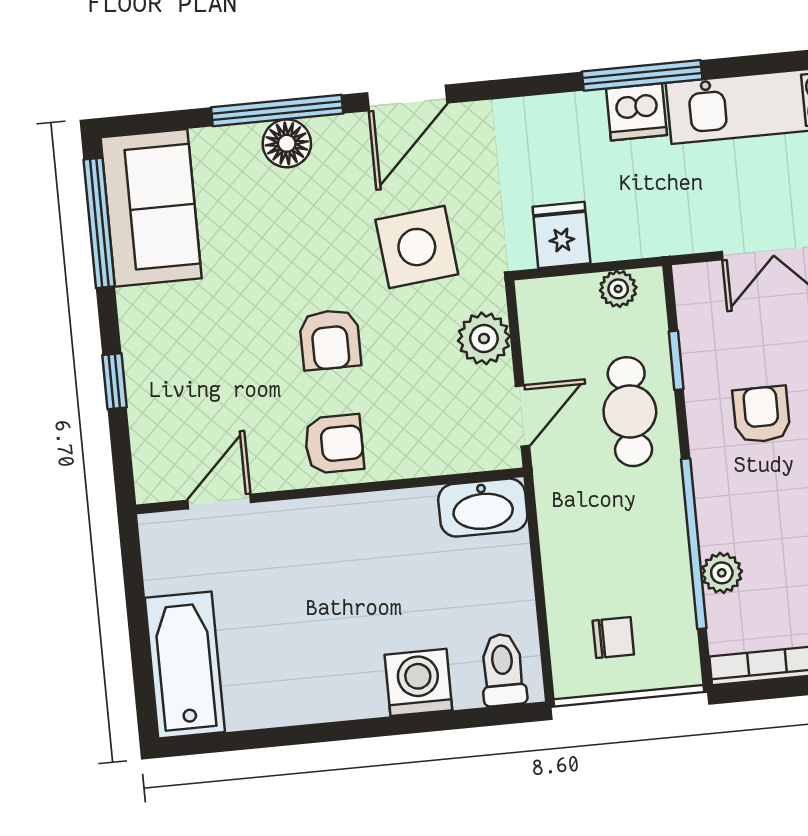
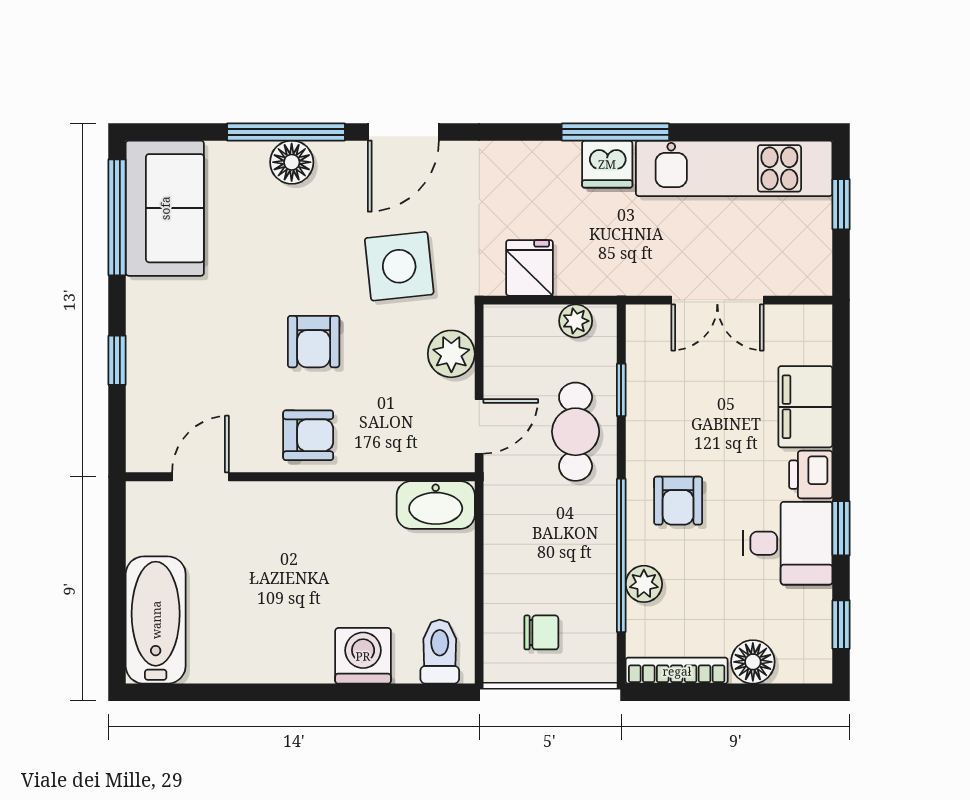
armchair: (761, 414) -> (678, 501), moved, turned 180

